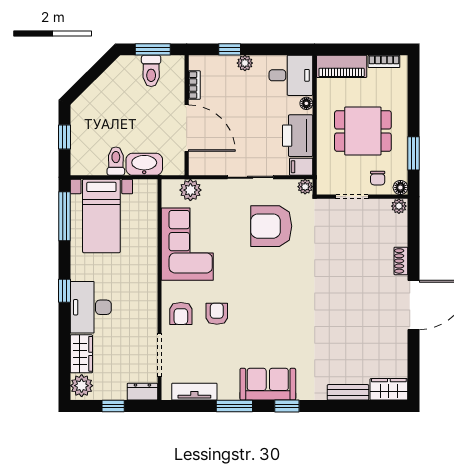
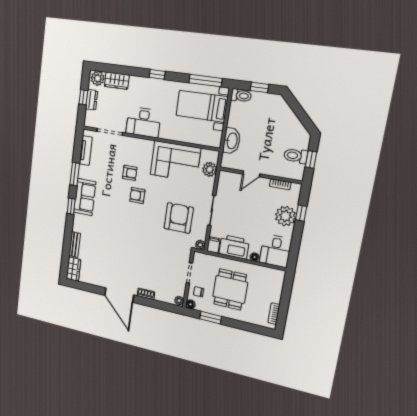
window: (153, 49) -> (311, 159), width x0.67
plant: (245, 63) -> (286, 216), width x1.88, depth x1.88
piano: (342, 66) -> (275, 286), removed
door: (187, 128) -> (251, 174), width x0.53
toilet: (116, 161) -> (241, 96), moved
desk: (91, 307) -> (143, 122), moved, turned 180
armchair: (181, 313) -> (137, 196), moved
dresser: (142, 392) -> (92, 100), moved

